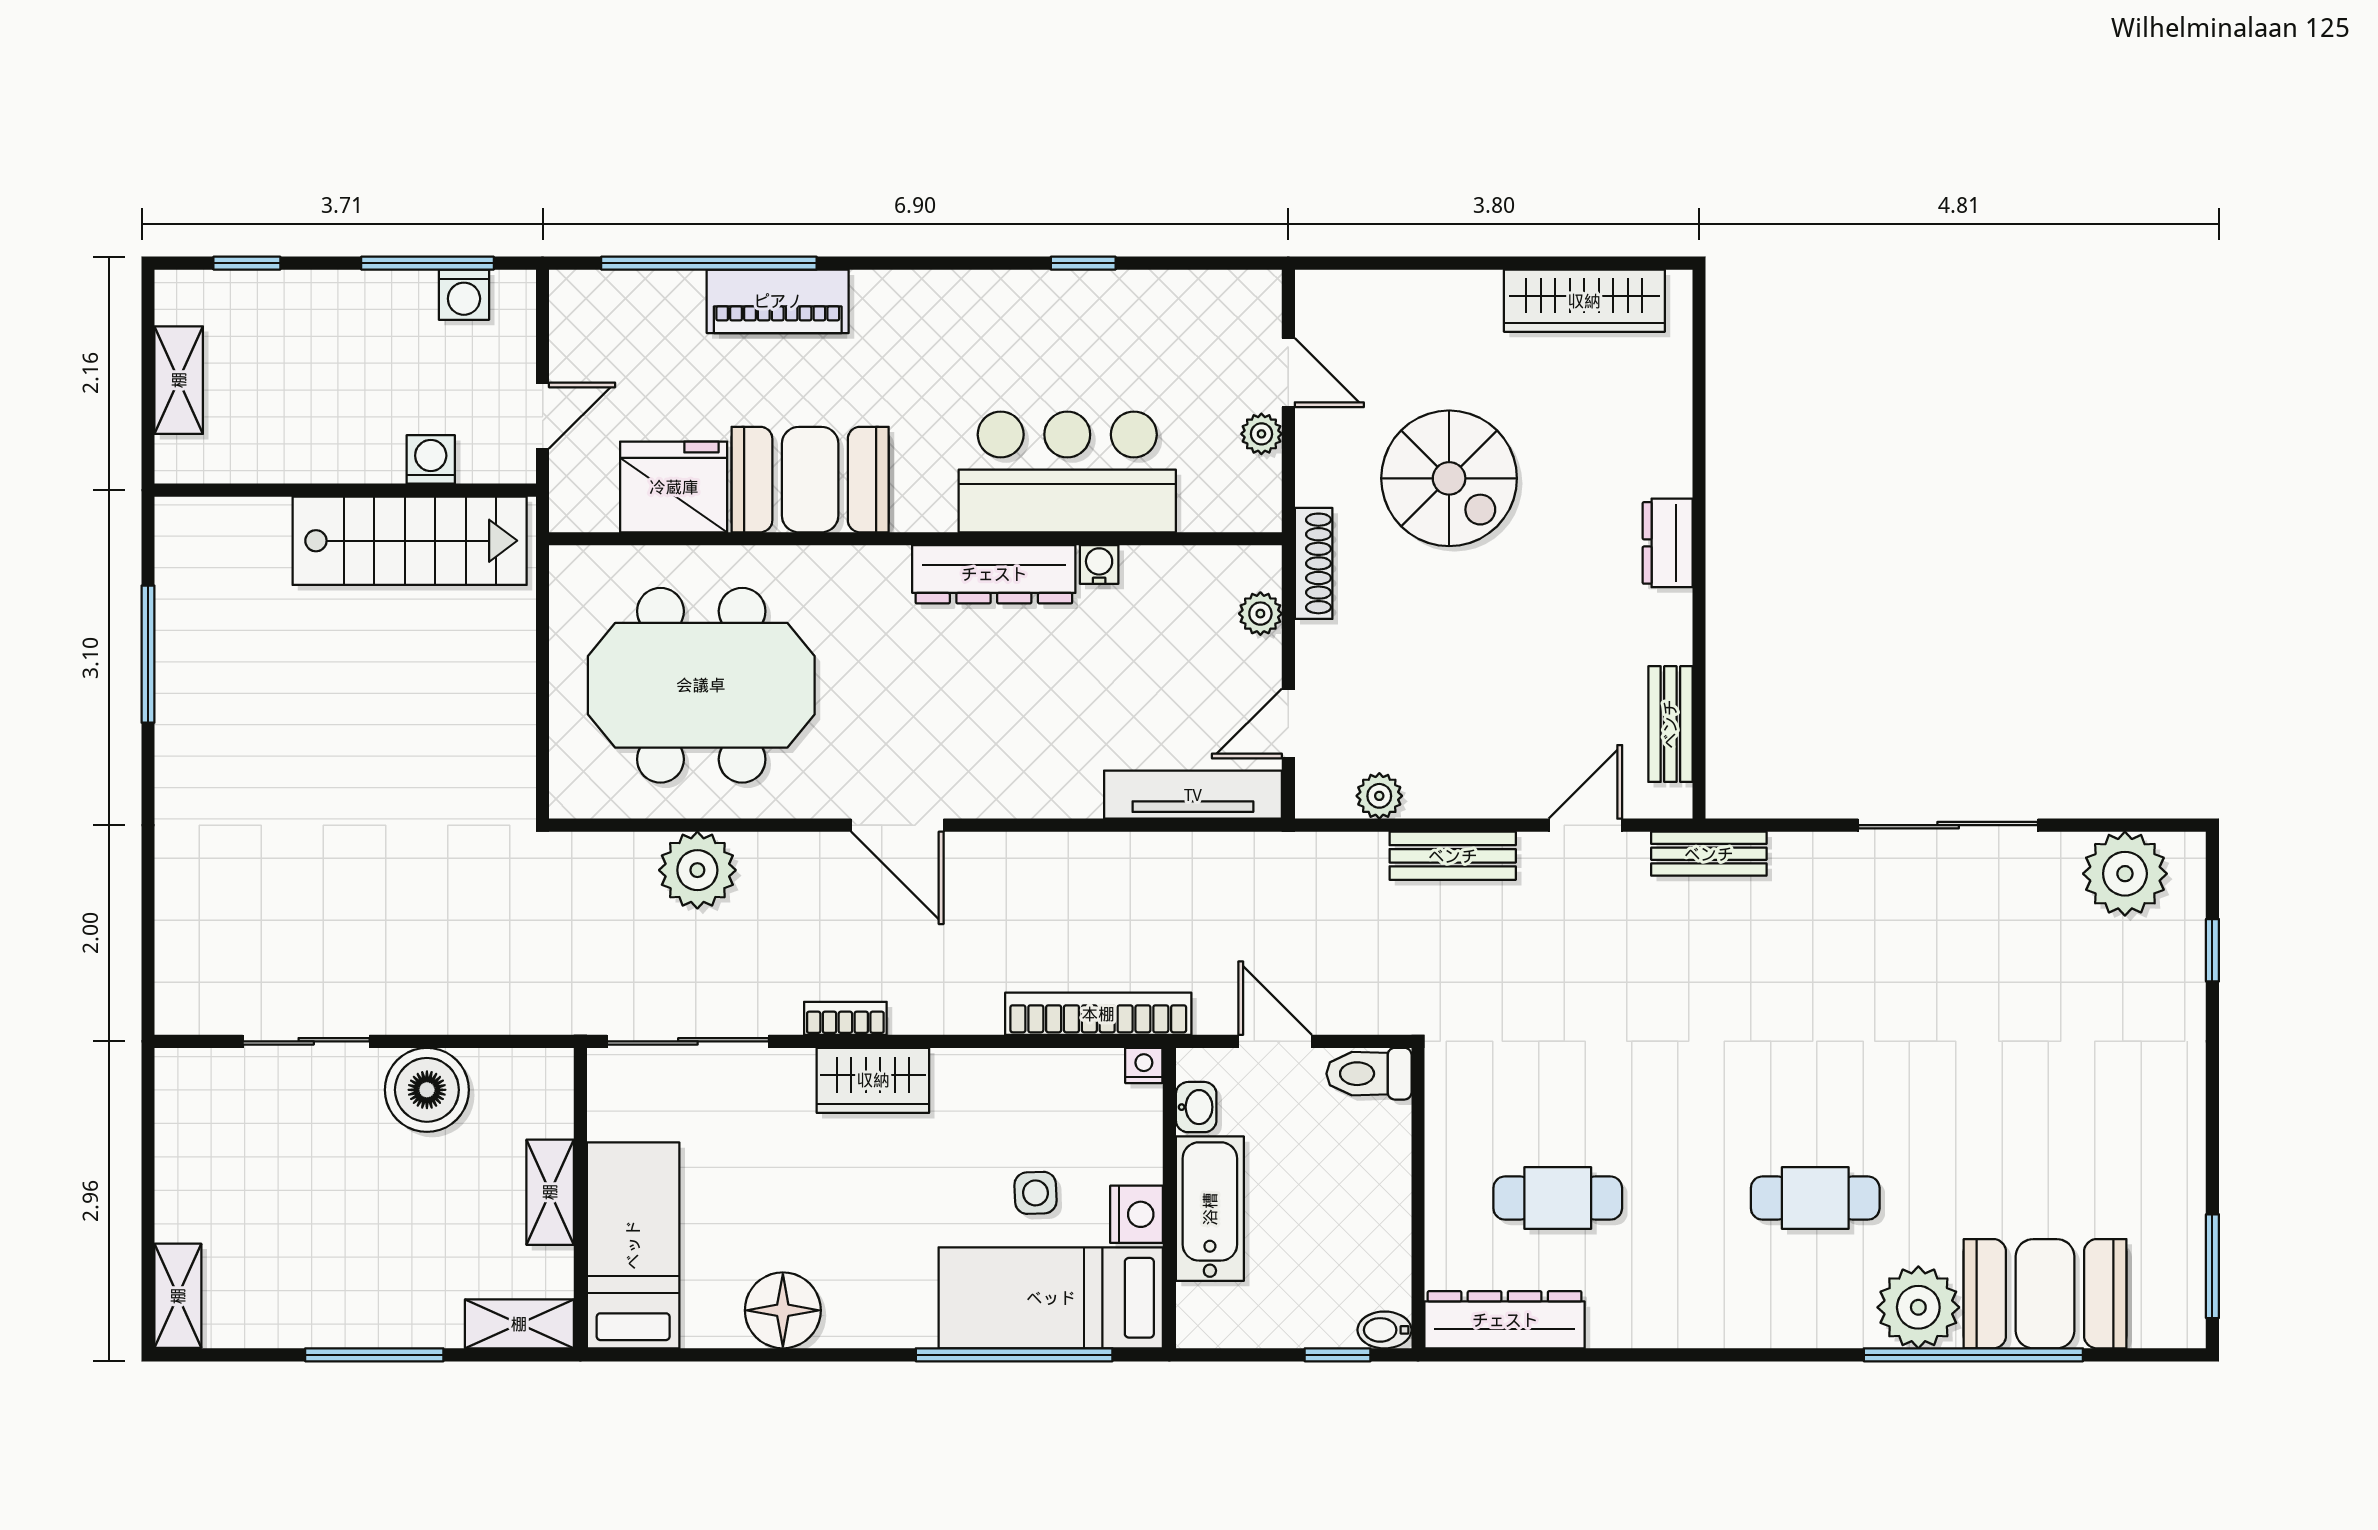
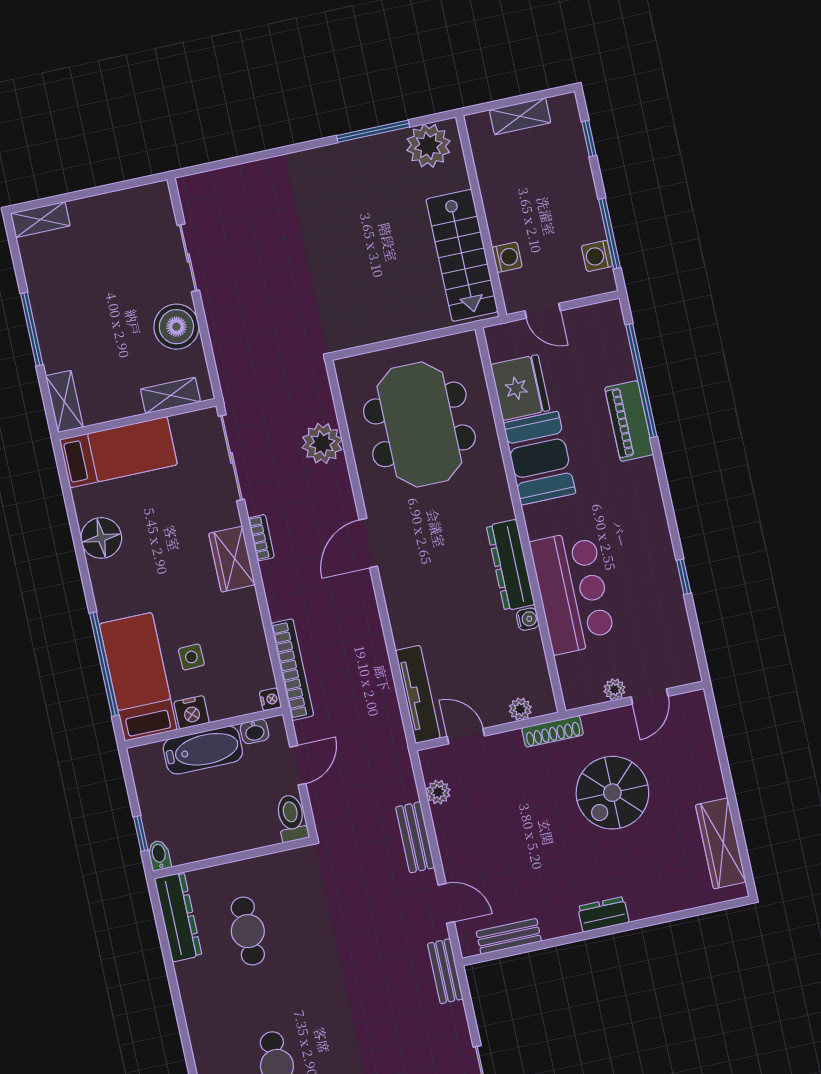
plant: (196, 559) -> (428, 146), added
shelving: (550, 1192) -> (170, 395), moved

